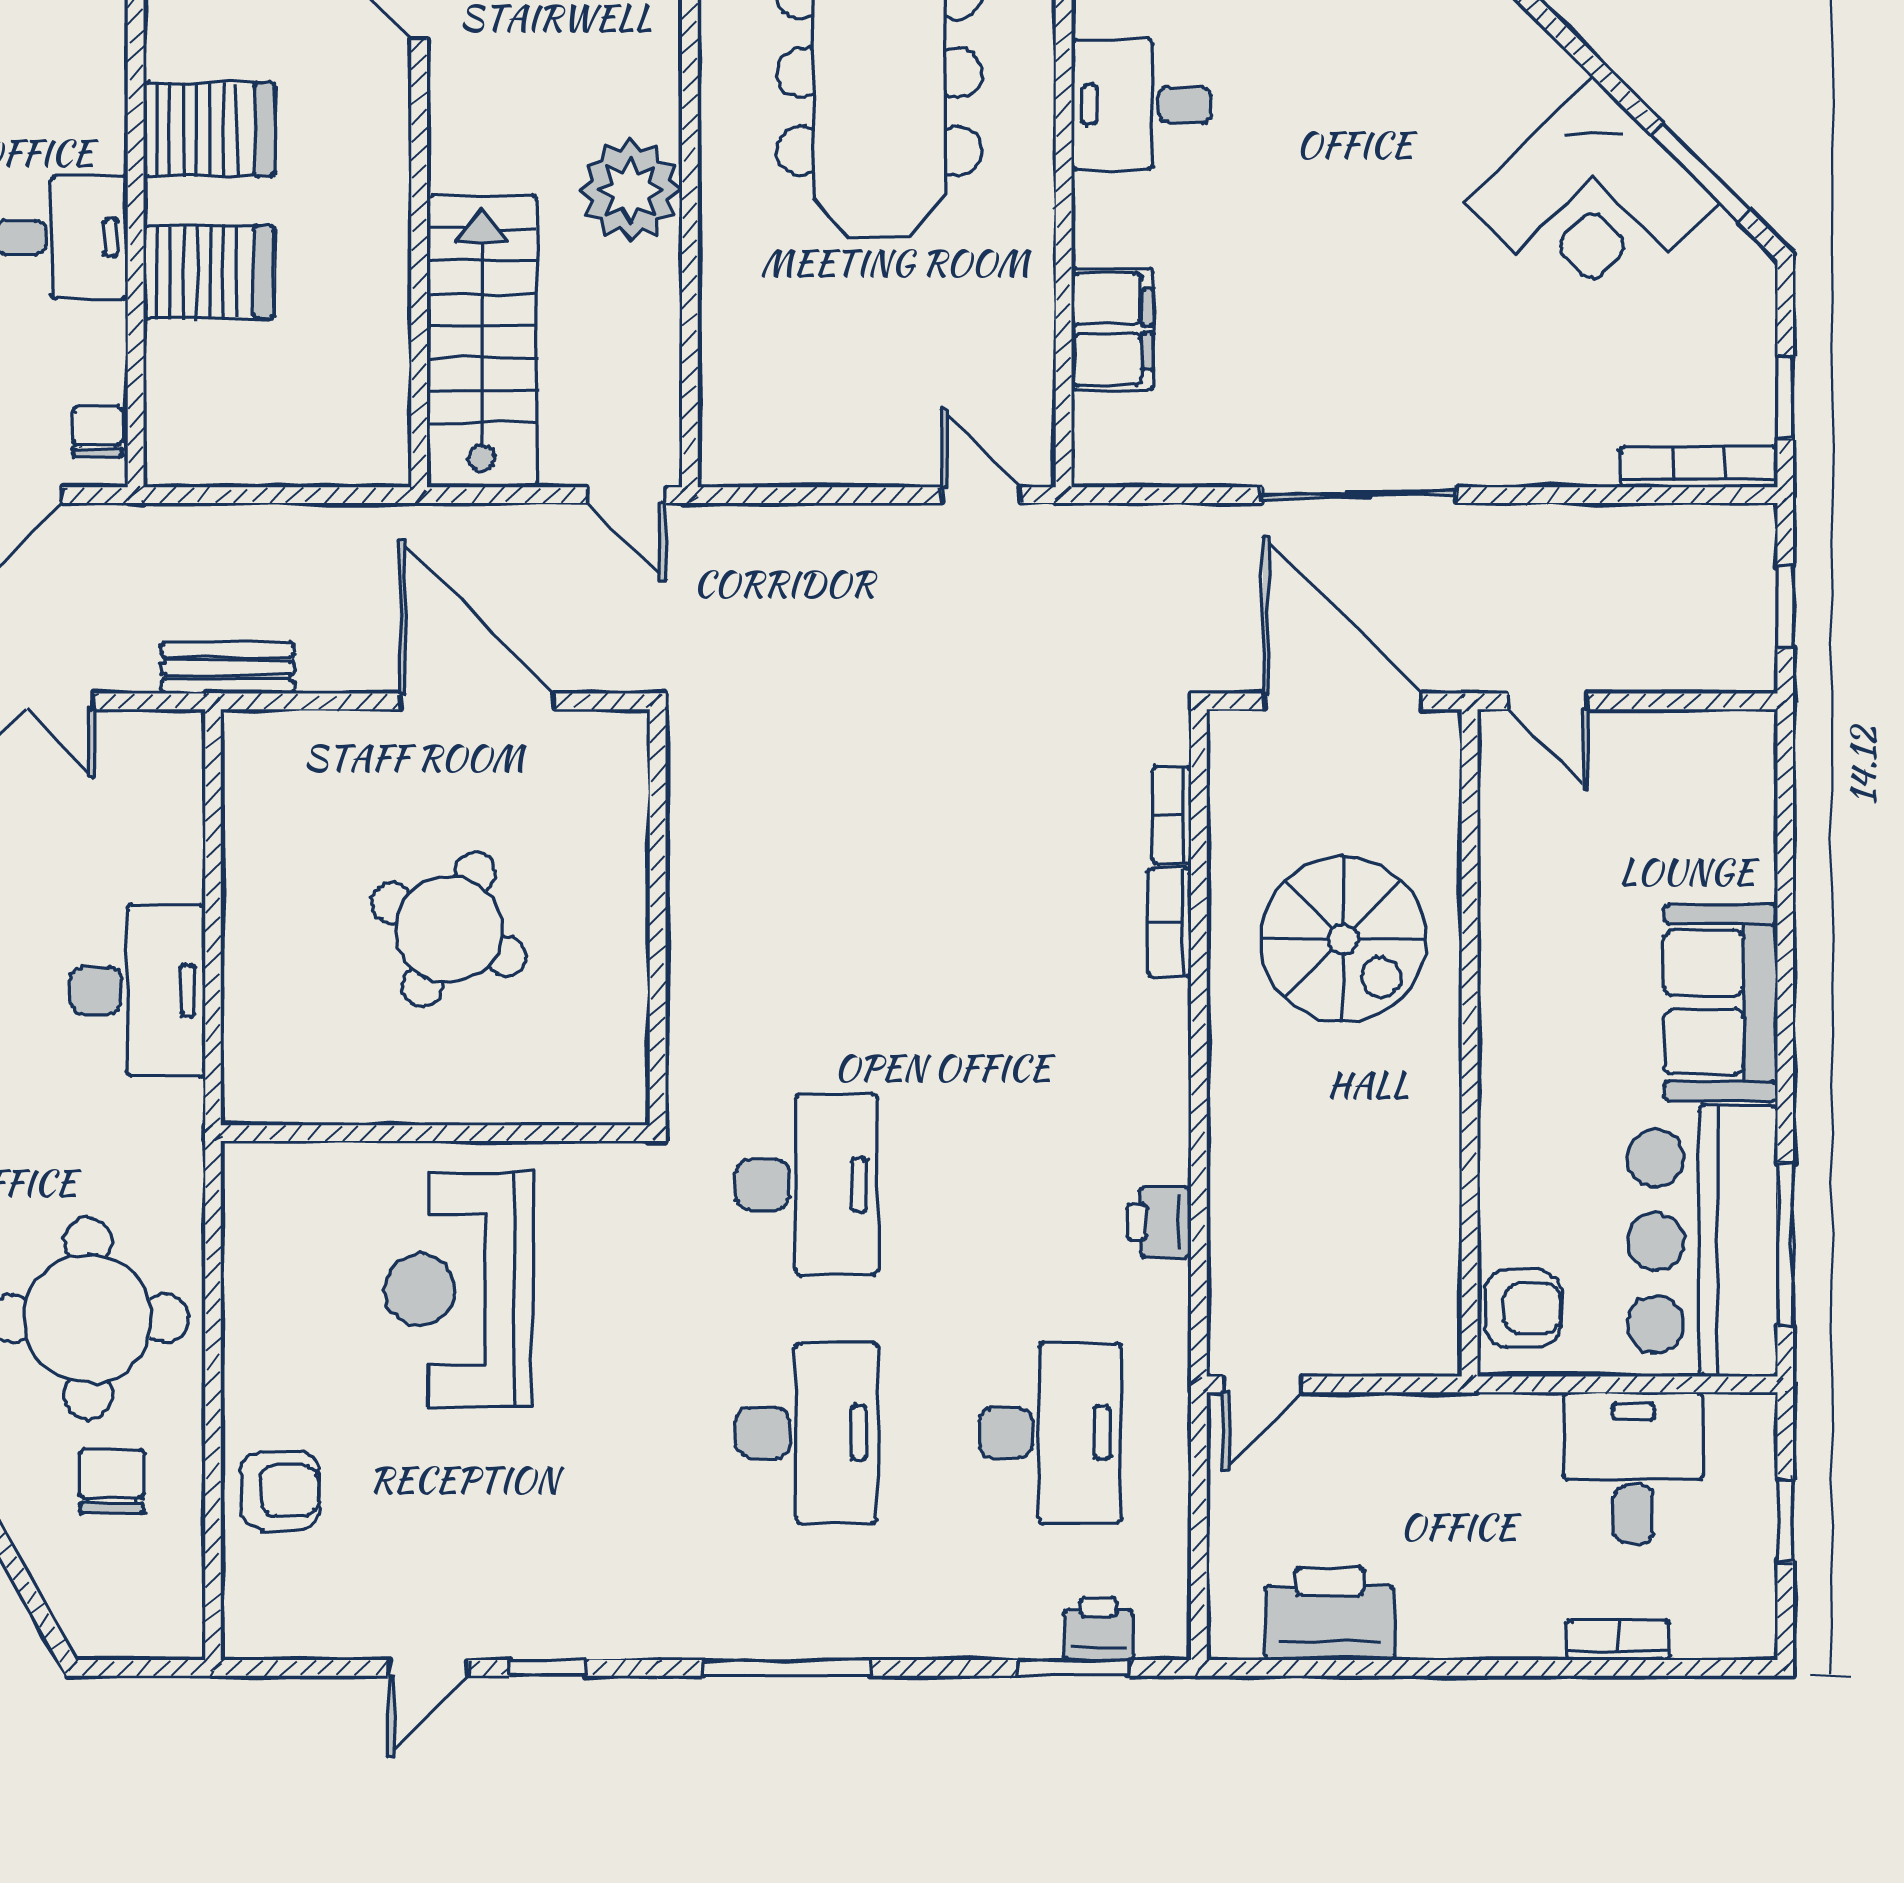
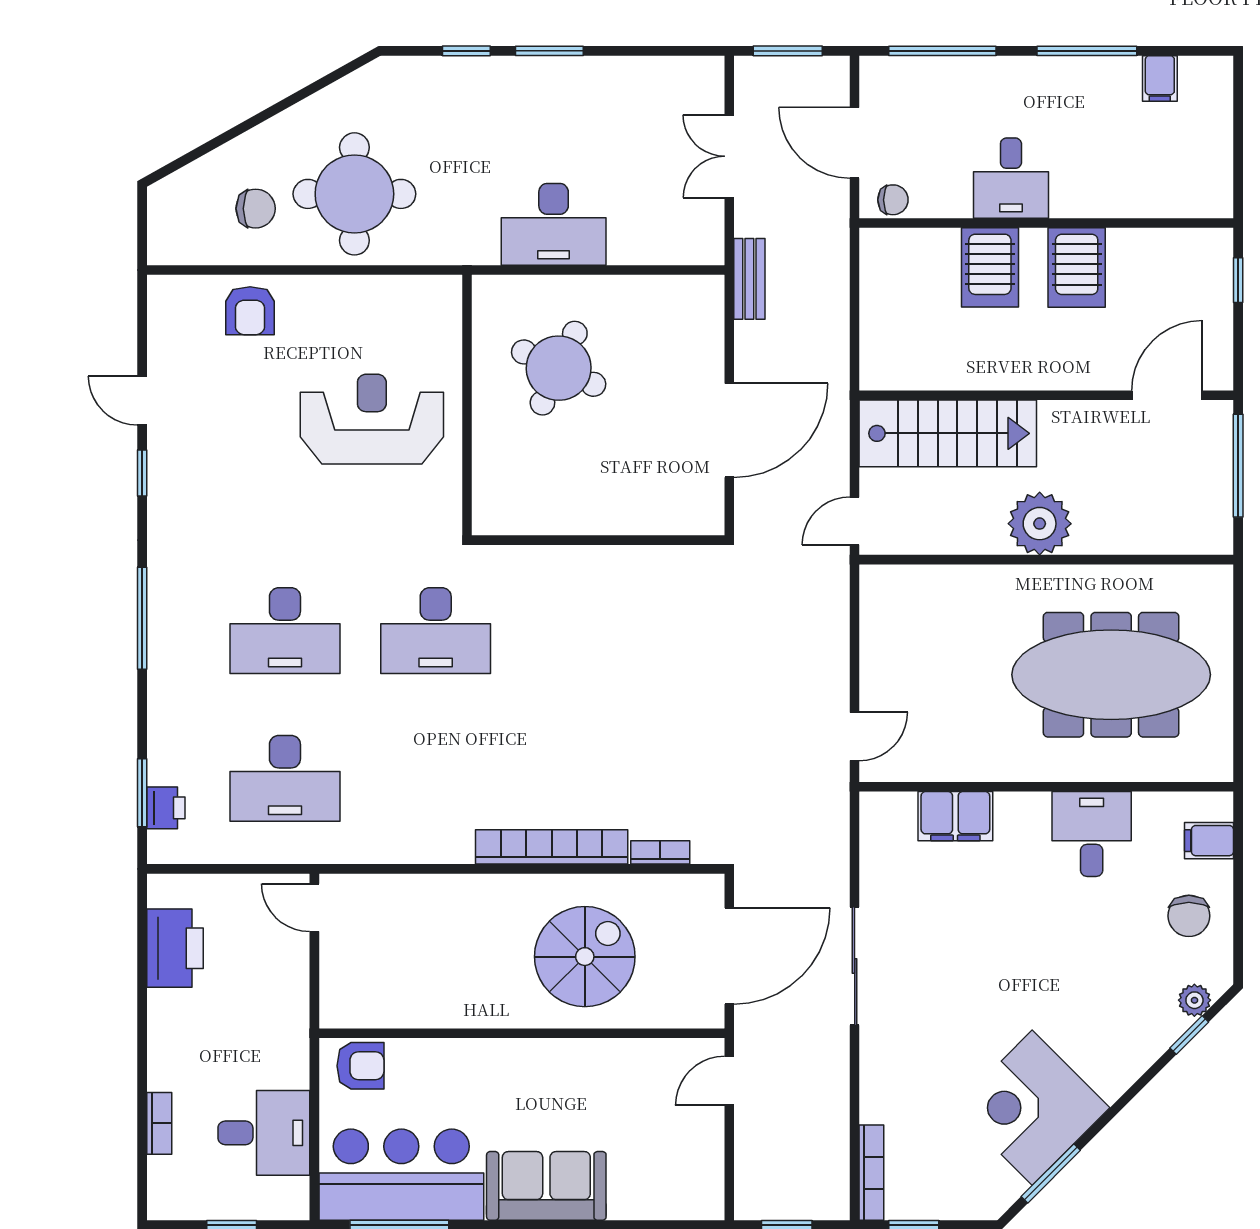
bookcase: (1170, 923) -> (552, 847), width x2.31, depth x1.31
round table: (449, 929) -> (559, 368), moved
spiral stairs: (1343, 939) -> (585, 957), turned 180
printer: (1159, 1222) -> (413, 845), removed
armchair: (1523, 1308) -> (360, 1066), turned -90

